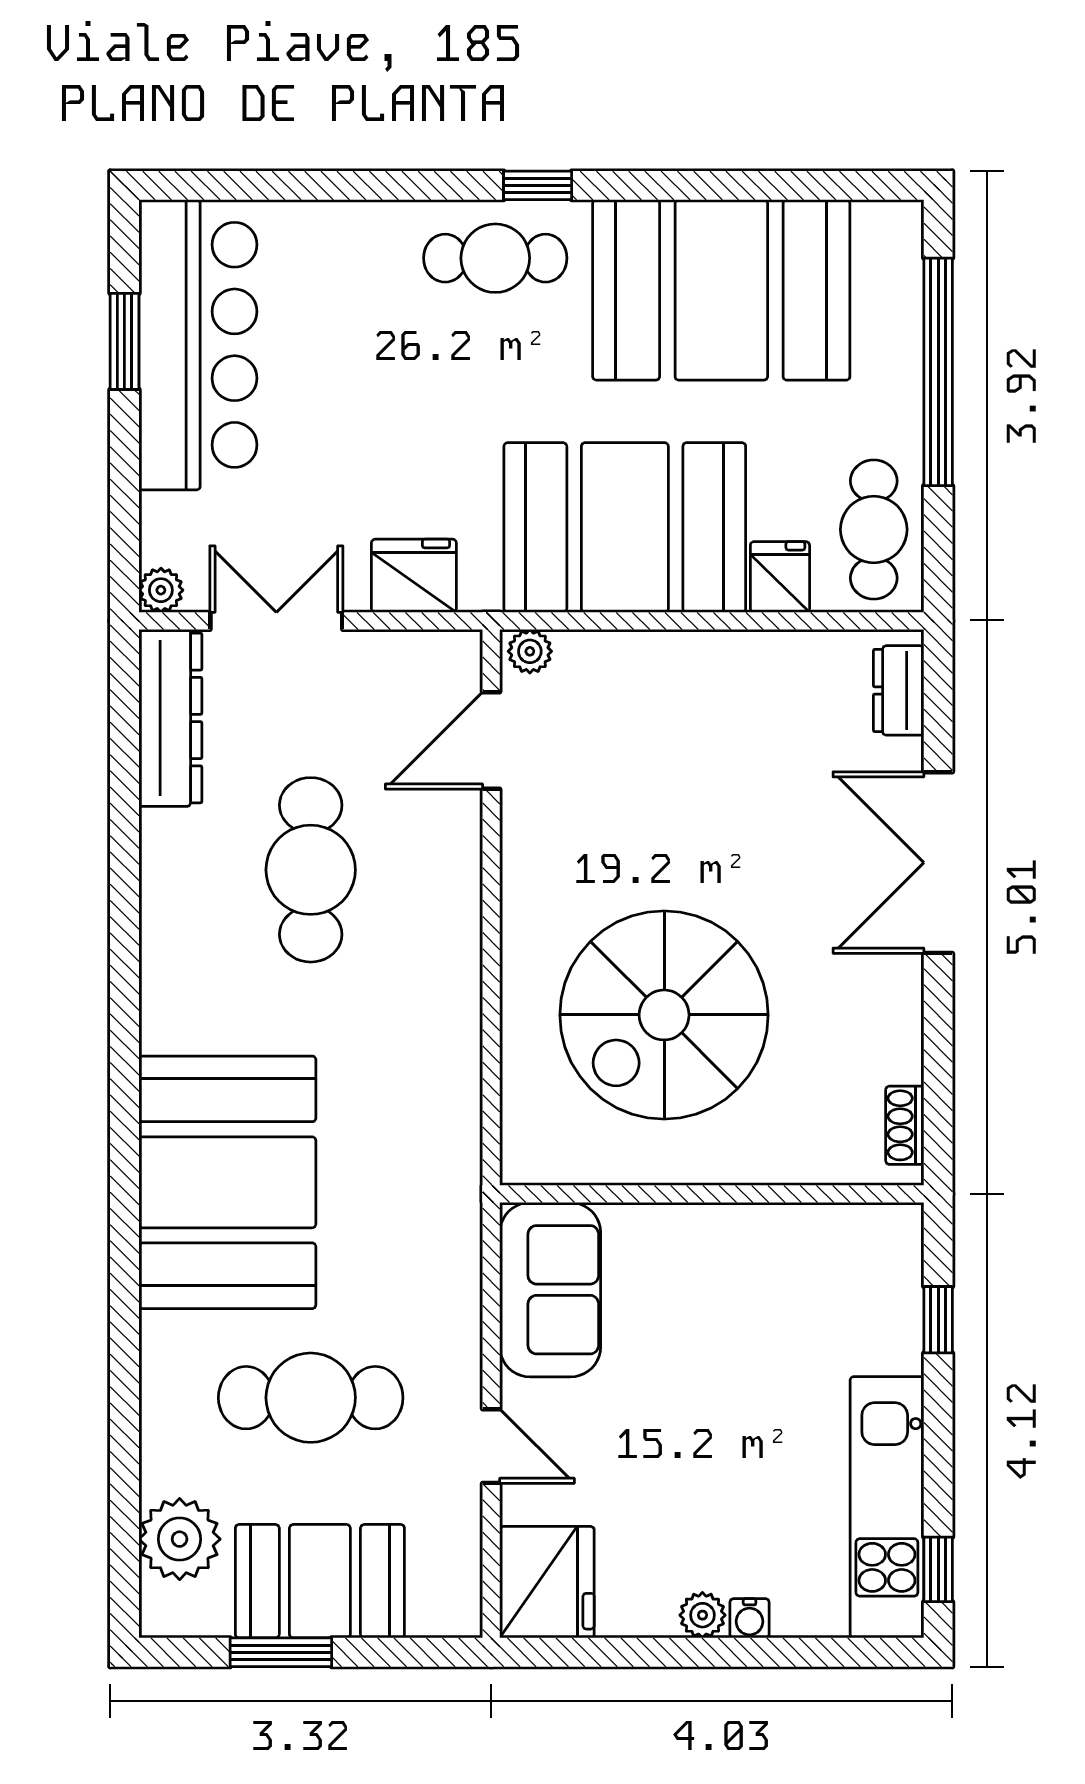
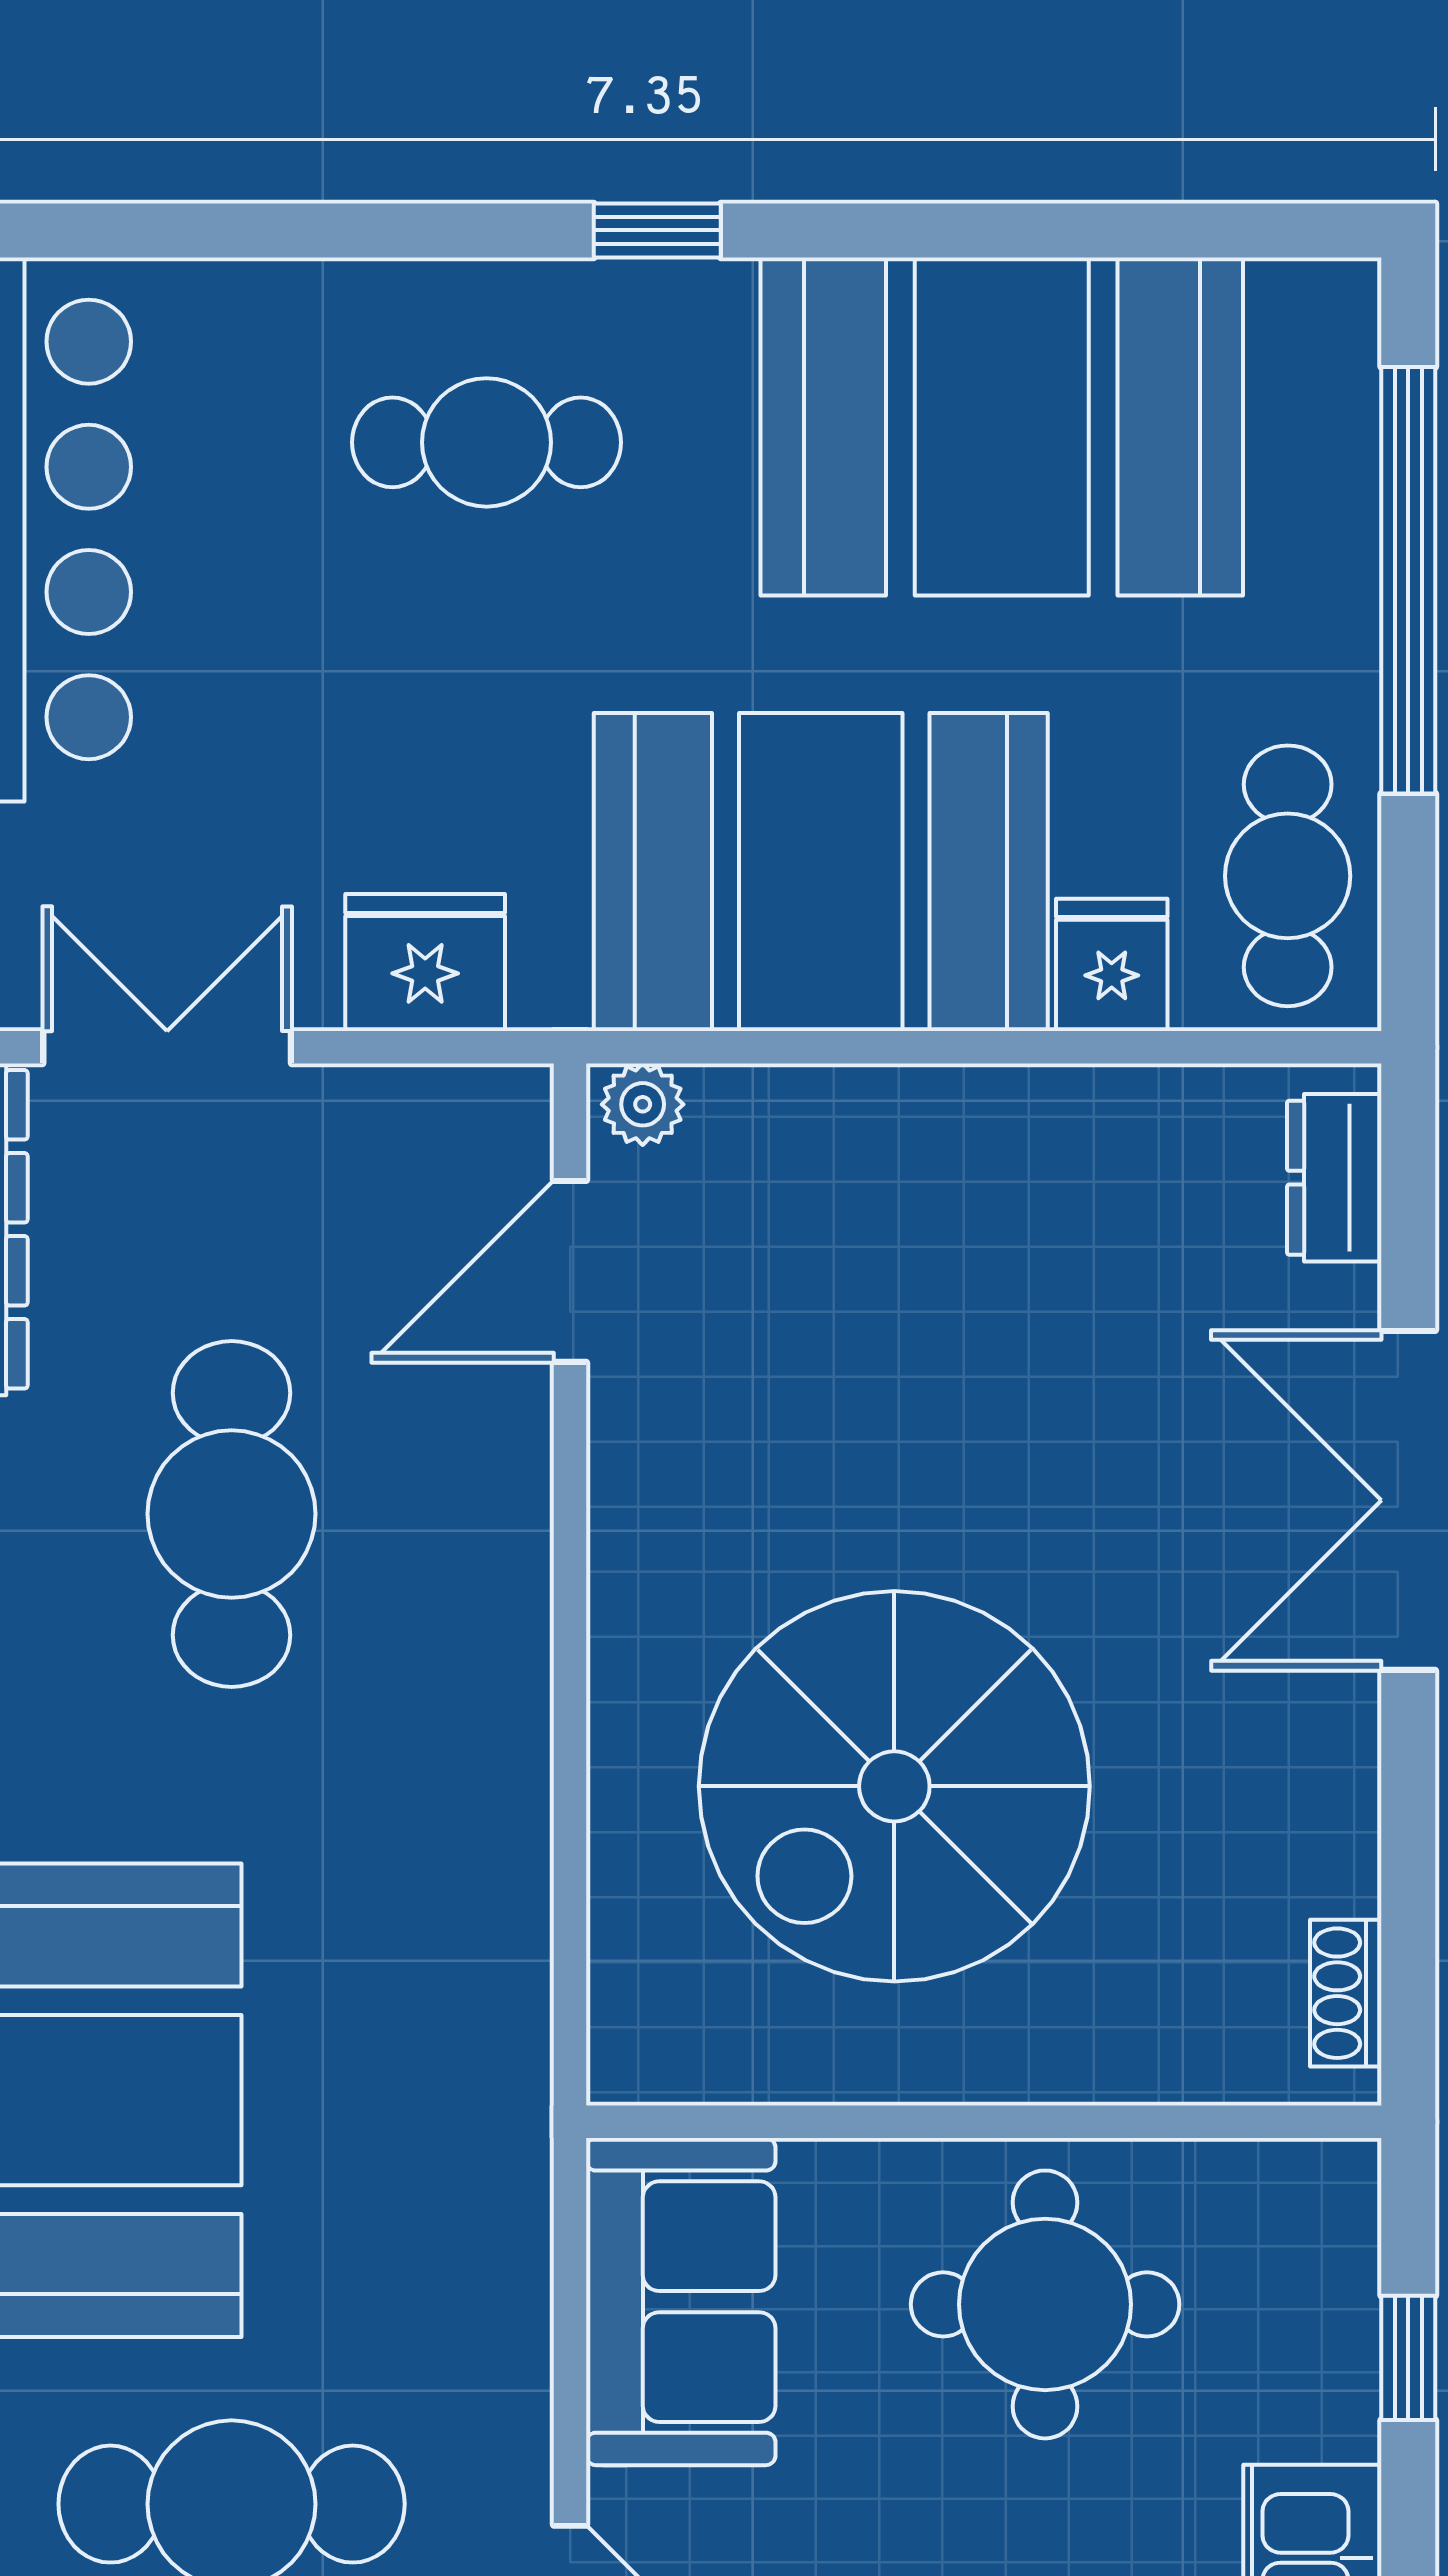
cafe table: (495, 258) -> (487, 442), moved
round table: (744, 1291) -> (1045, 2304), added

